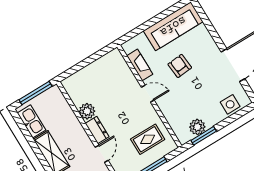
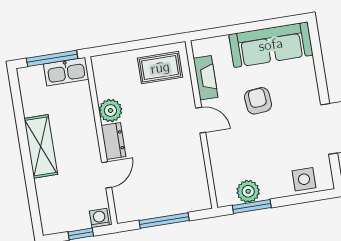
kitchen sink: (32, 121) -> (66, 72), moved, turned 90
rug: (148, 139) -> (160, 68), moved

